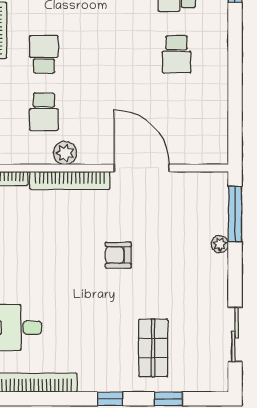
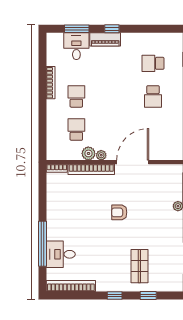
school desk: (44, 112) -> (76, 130), turned 180
plant: (87, 156) -> (101, 155), added
door: (142, 168) -> (133, 162), hinge flipped

